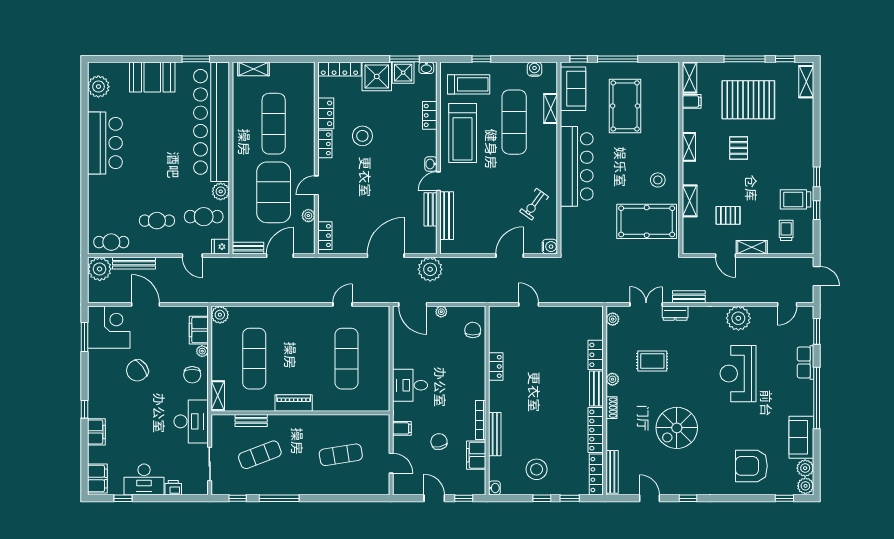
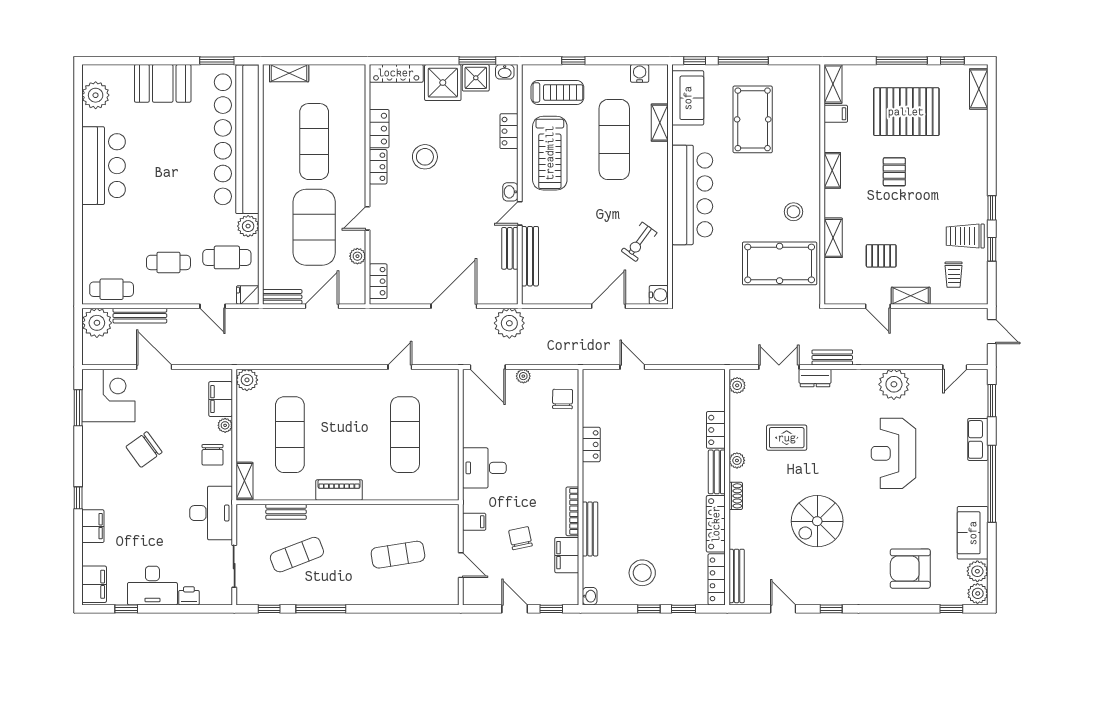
trolley: (786, 230) -> (954, 275), turned 180

